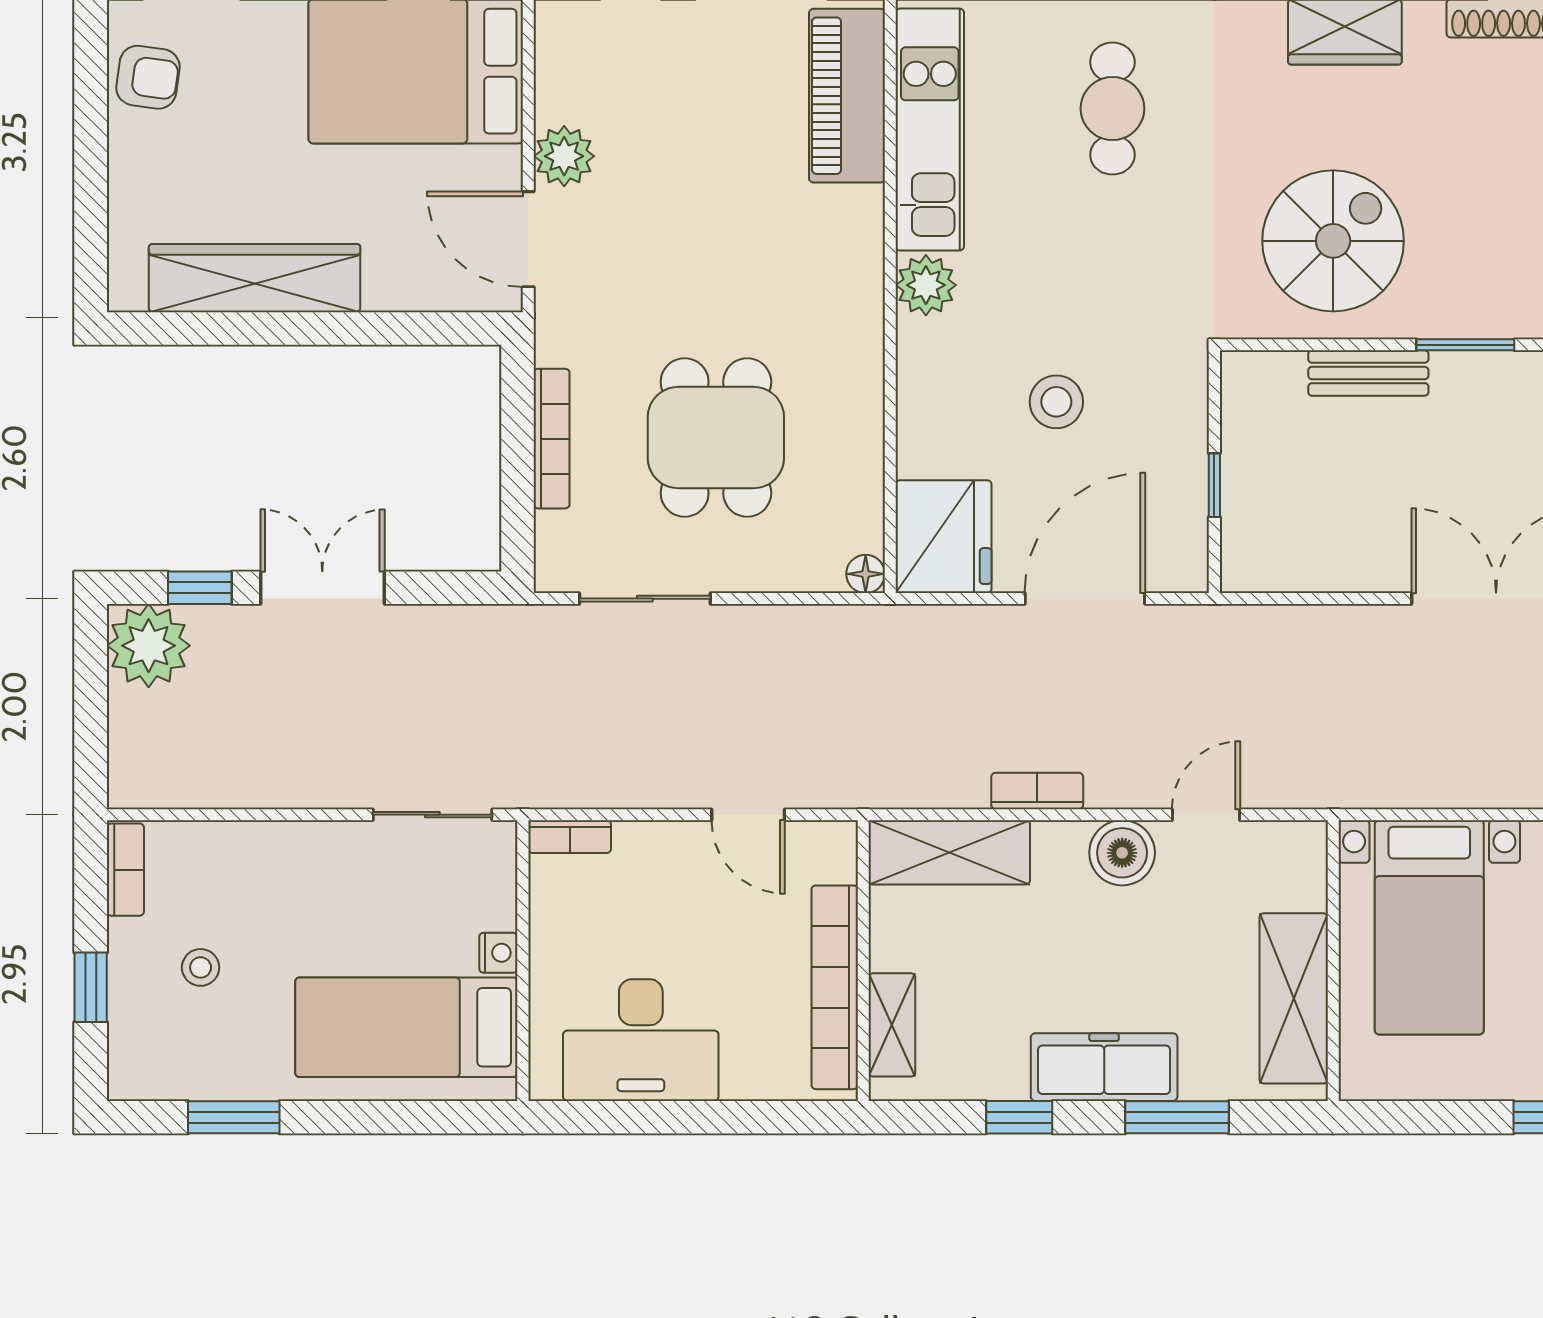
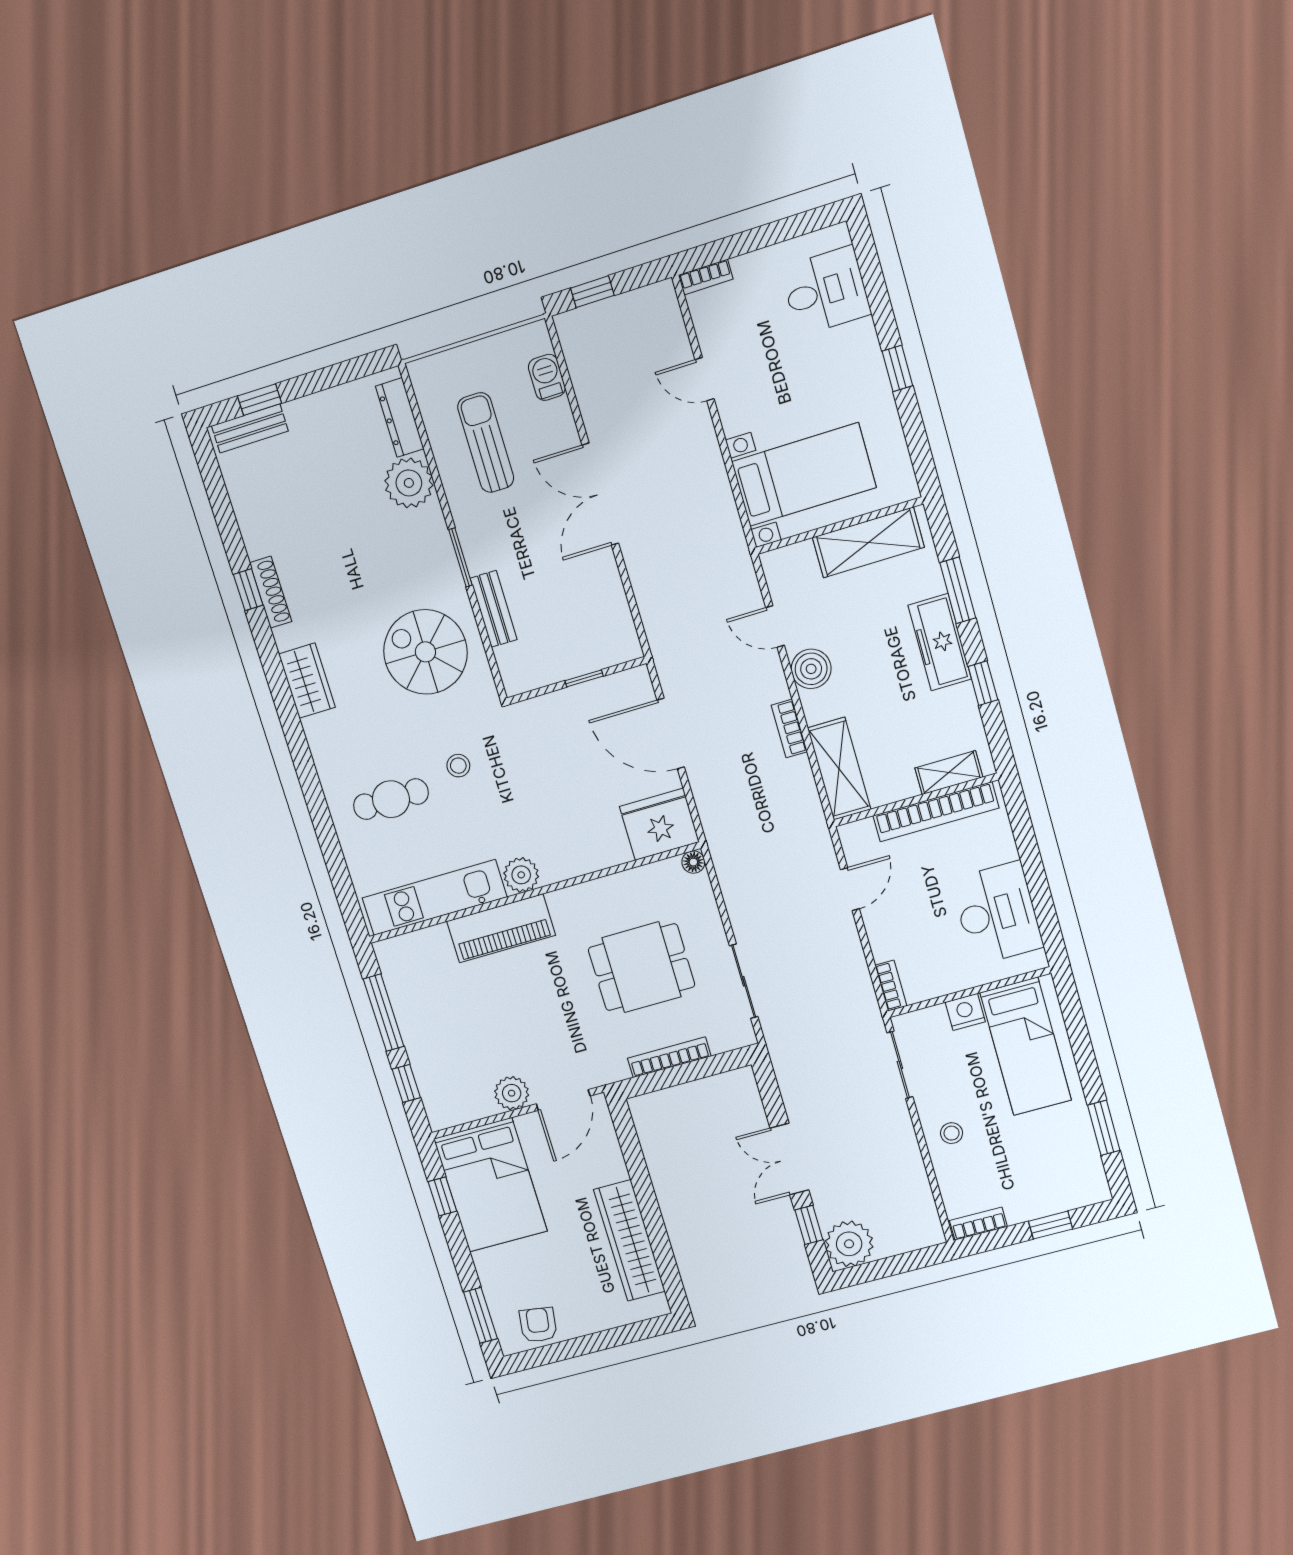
piano: (847, 96) -> (501, 928), moved
stool: (1056, 402) -> (458, 766), moved, width x0.73, depth x0.73
nightstand: (498, 953) -> (965, 1012), width x1.39, depth x1.35
stool: (201, 967) -> (952, 1133), moved

